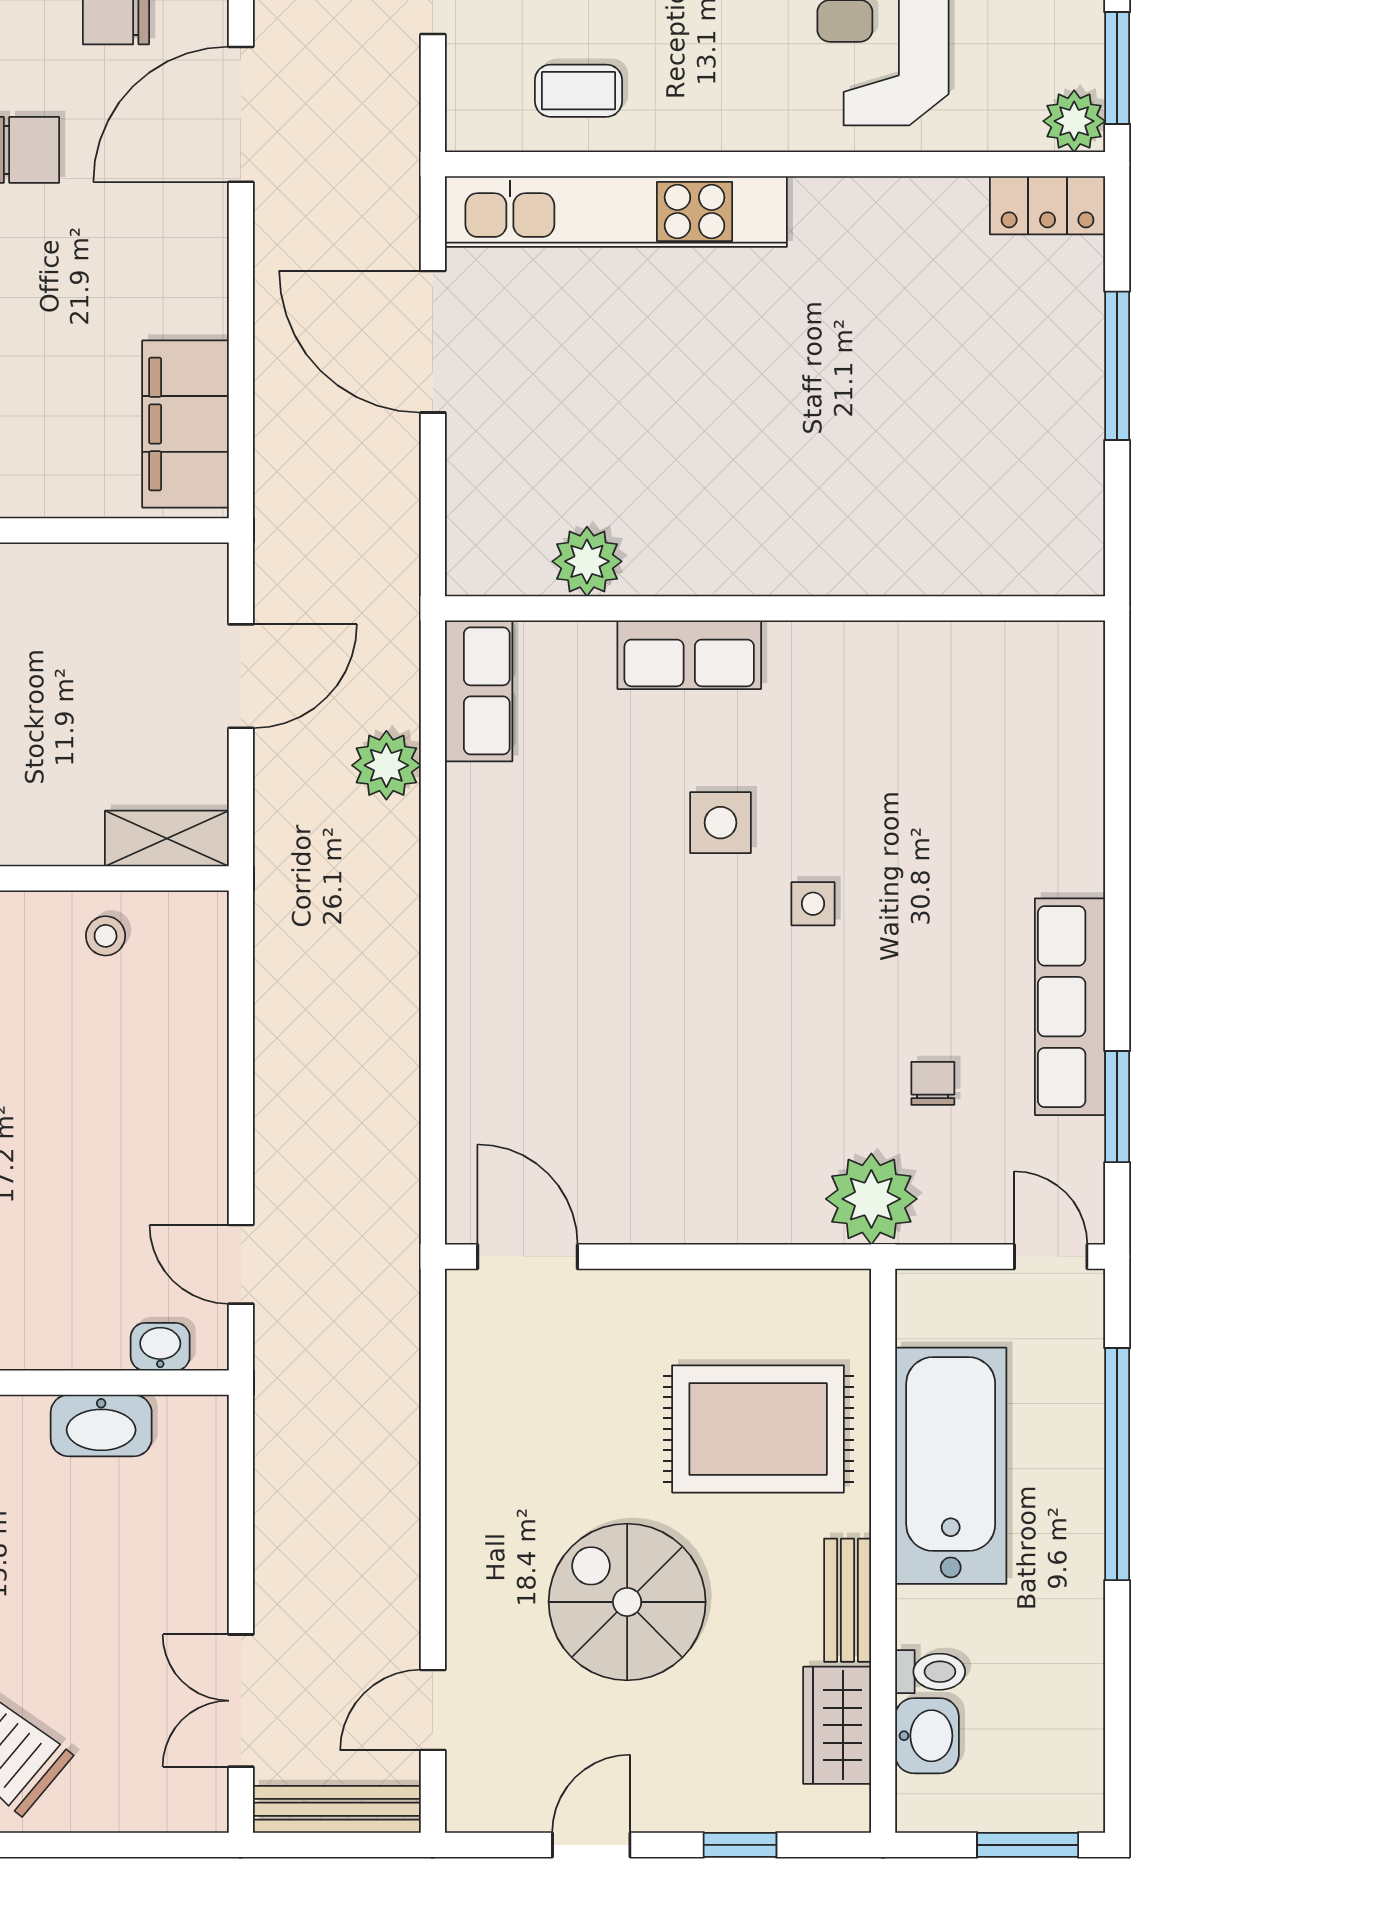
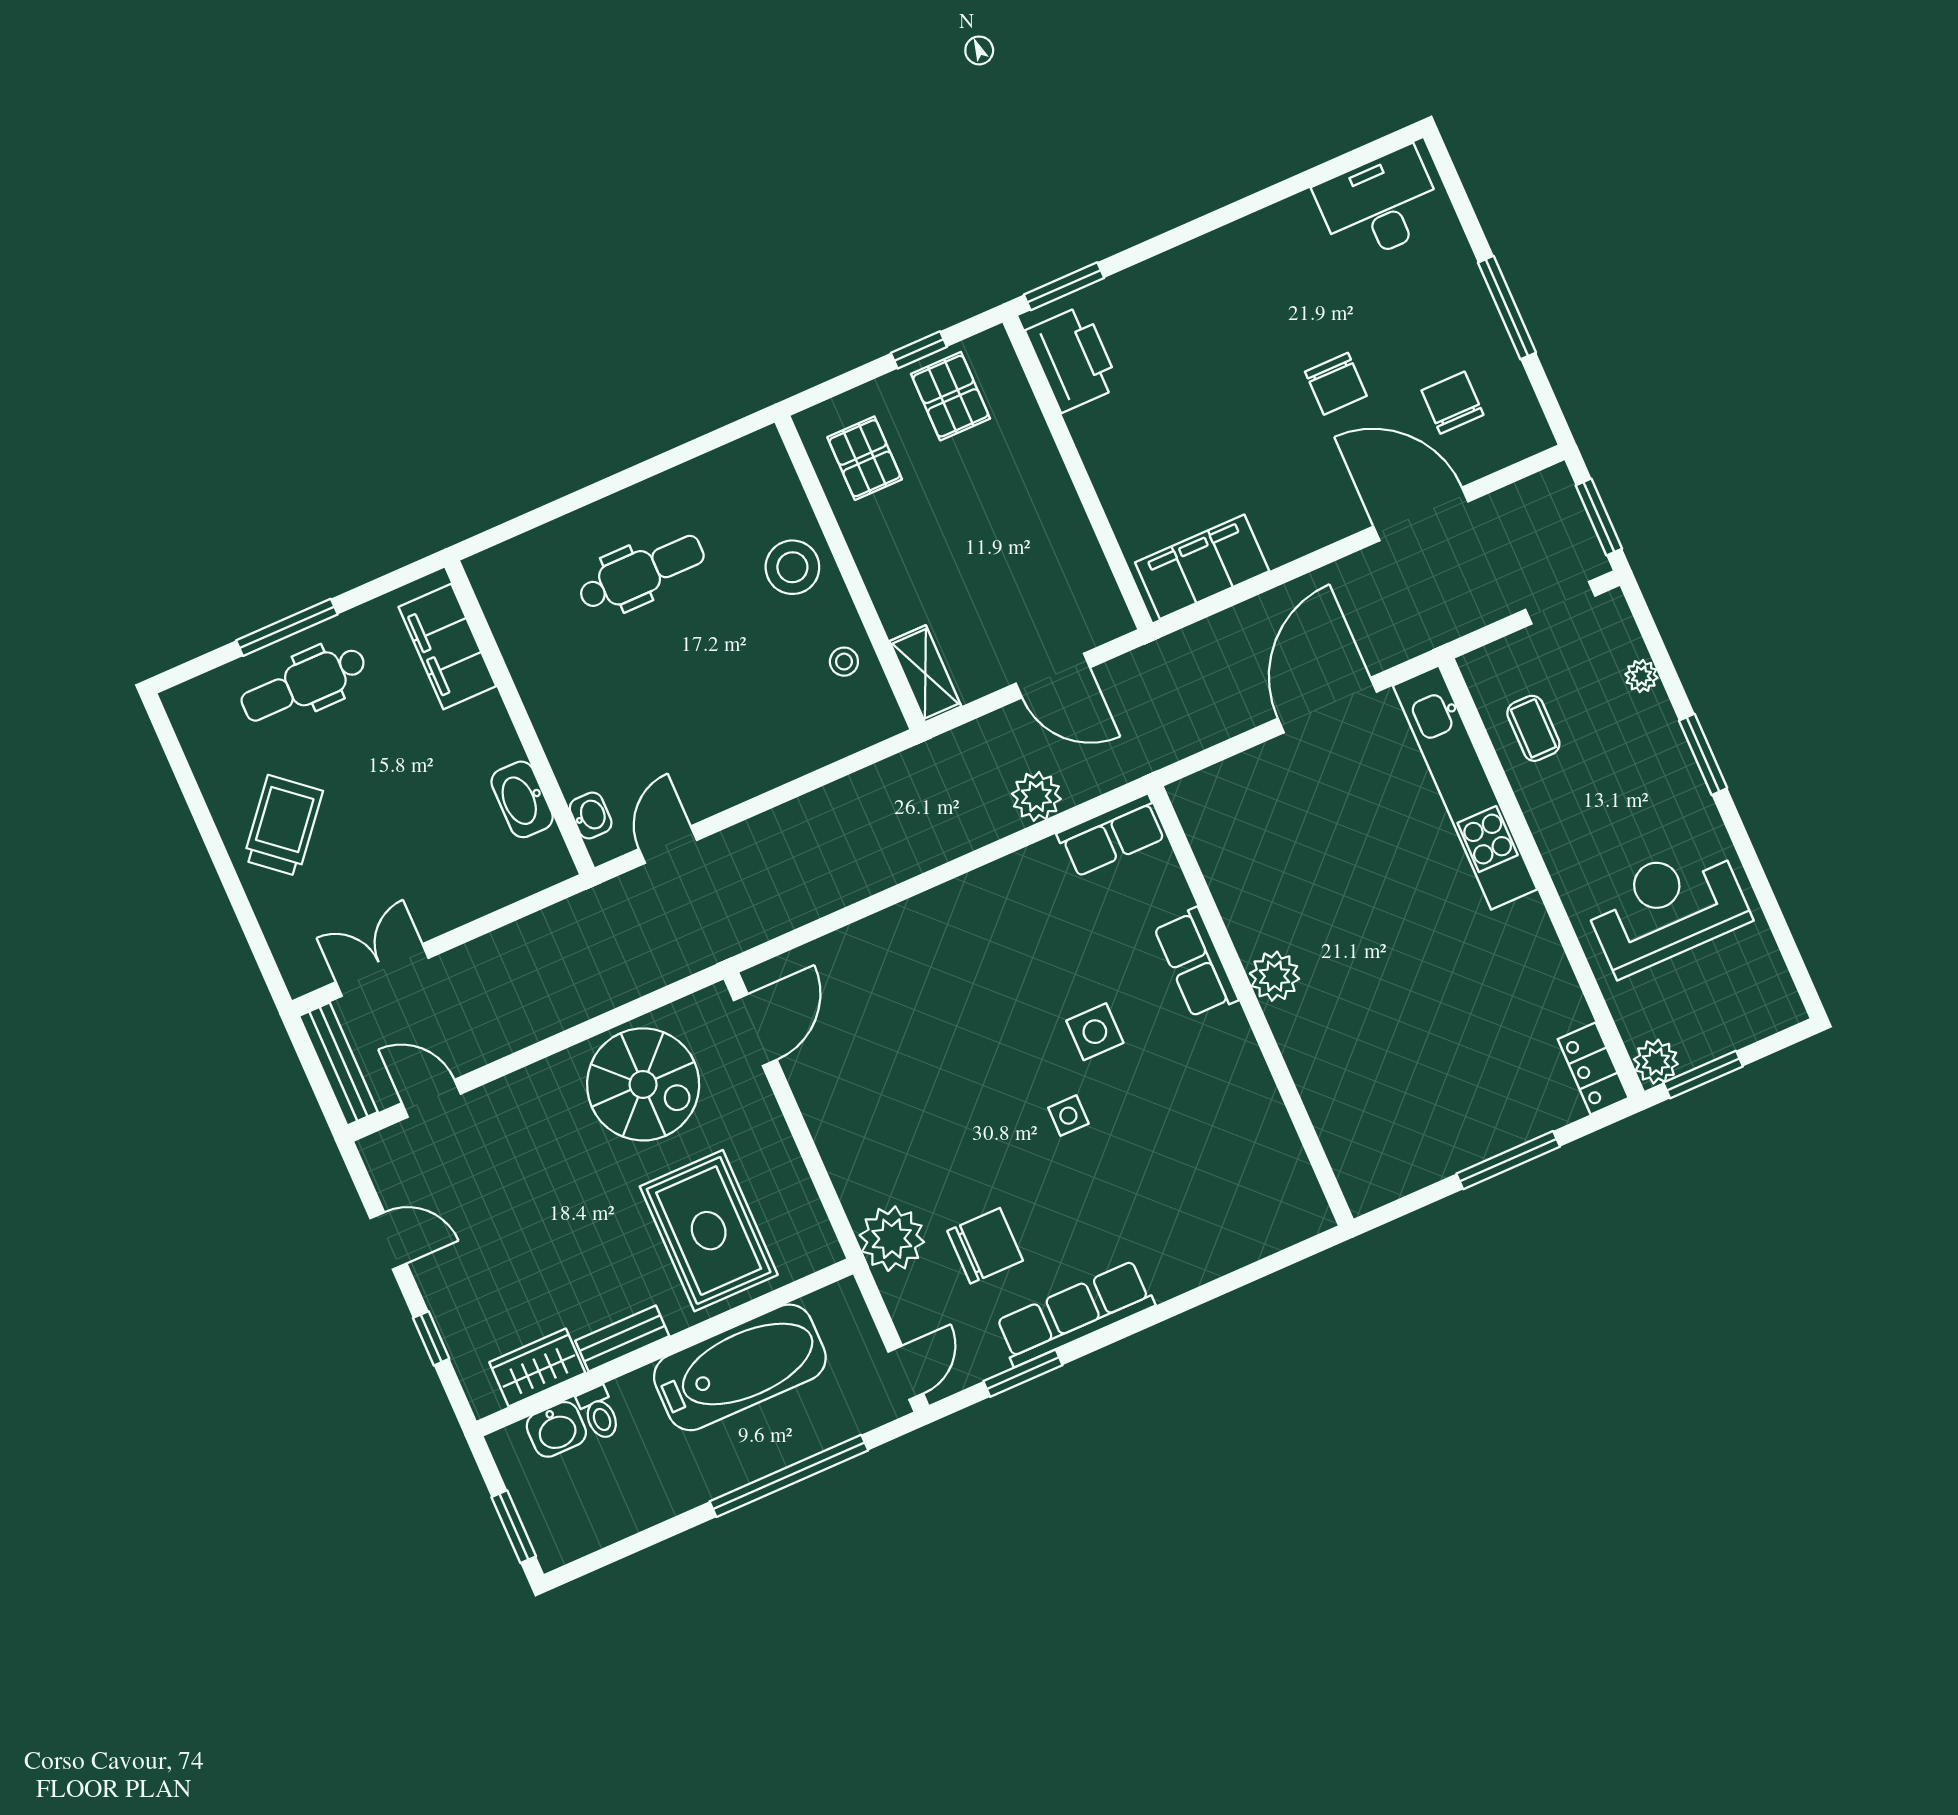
plant: (587, 561) -> (1275, 976), moved
chair: (933, 1083) -> (985, 1246), width x1.87, depth x1.87
spiral stairs: (627, 1602) -> (643, 1084), moved, turned 90

